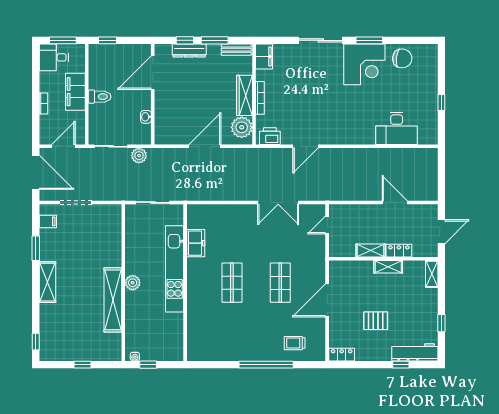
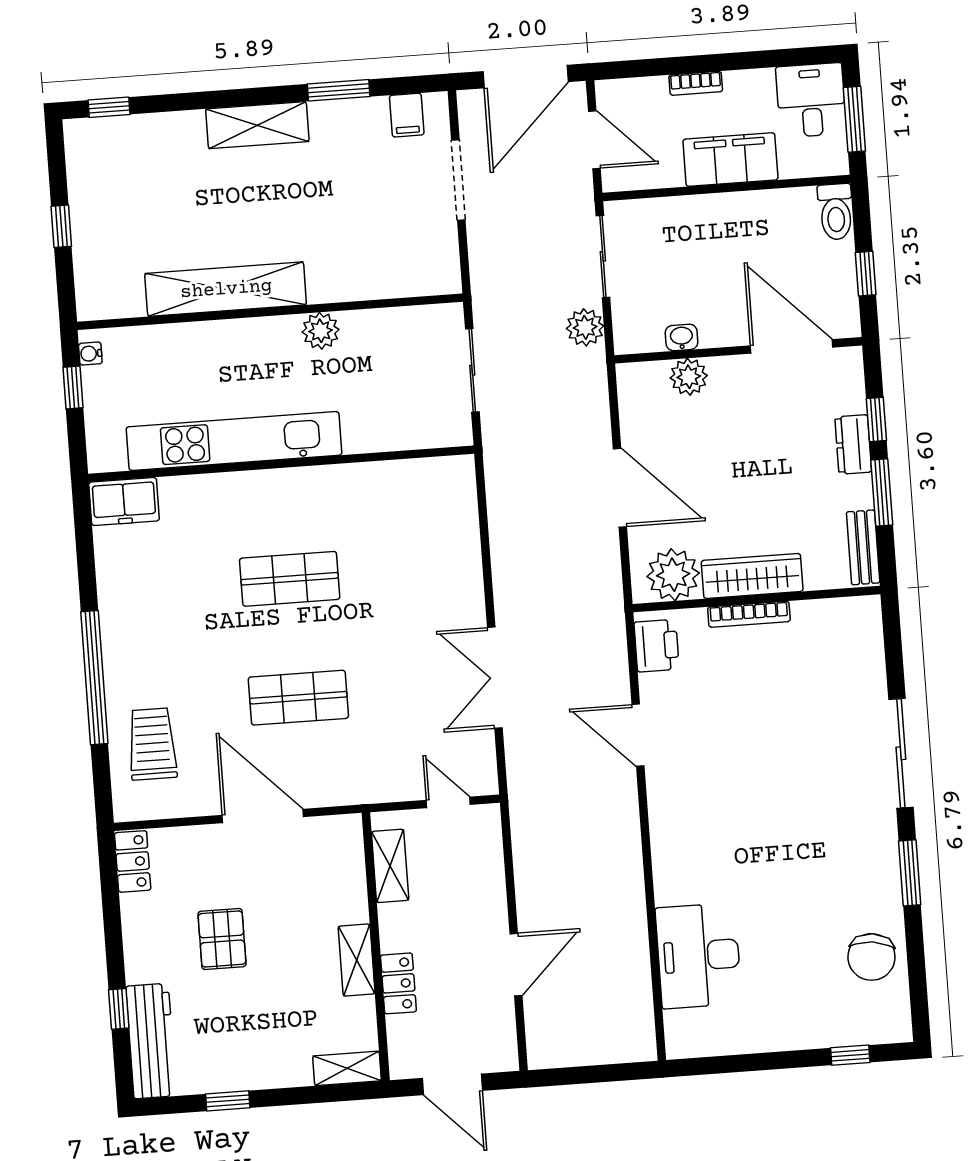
window: (107, 40) -> (866, 274), moved
dresser: (189, 51) -> (853, 444), width x0.70
filing cabinet: (264, 57) -> (851, 617), removed
corner desk: (364, 64) -> (850, 865), removed
toilet: (100, 97) -> (836, 212), moved
window: (441, 102) -> (850, 1055), moved
plant: (162, 115) -> (689, 377), added
freezer: (196, 243) -> (124, 501), moved
shelving: (371, 250) -> (390, 866), moved
kitchen unit: (175, 269) -> (234, 441), moved
plant: (133, 283) -> (321, 331), moved
trolley: (295, 343) -> (152, 744), width x1.36, depth x1.39

